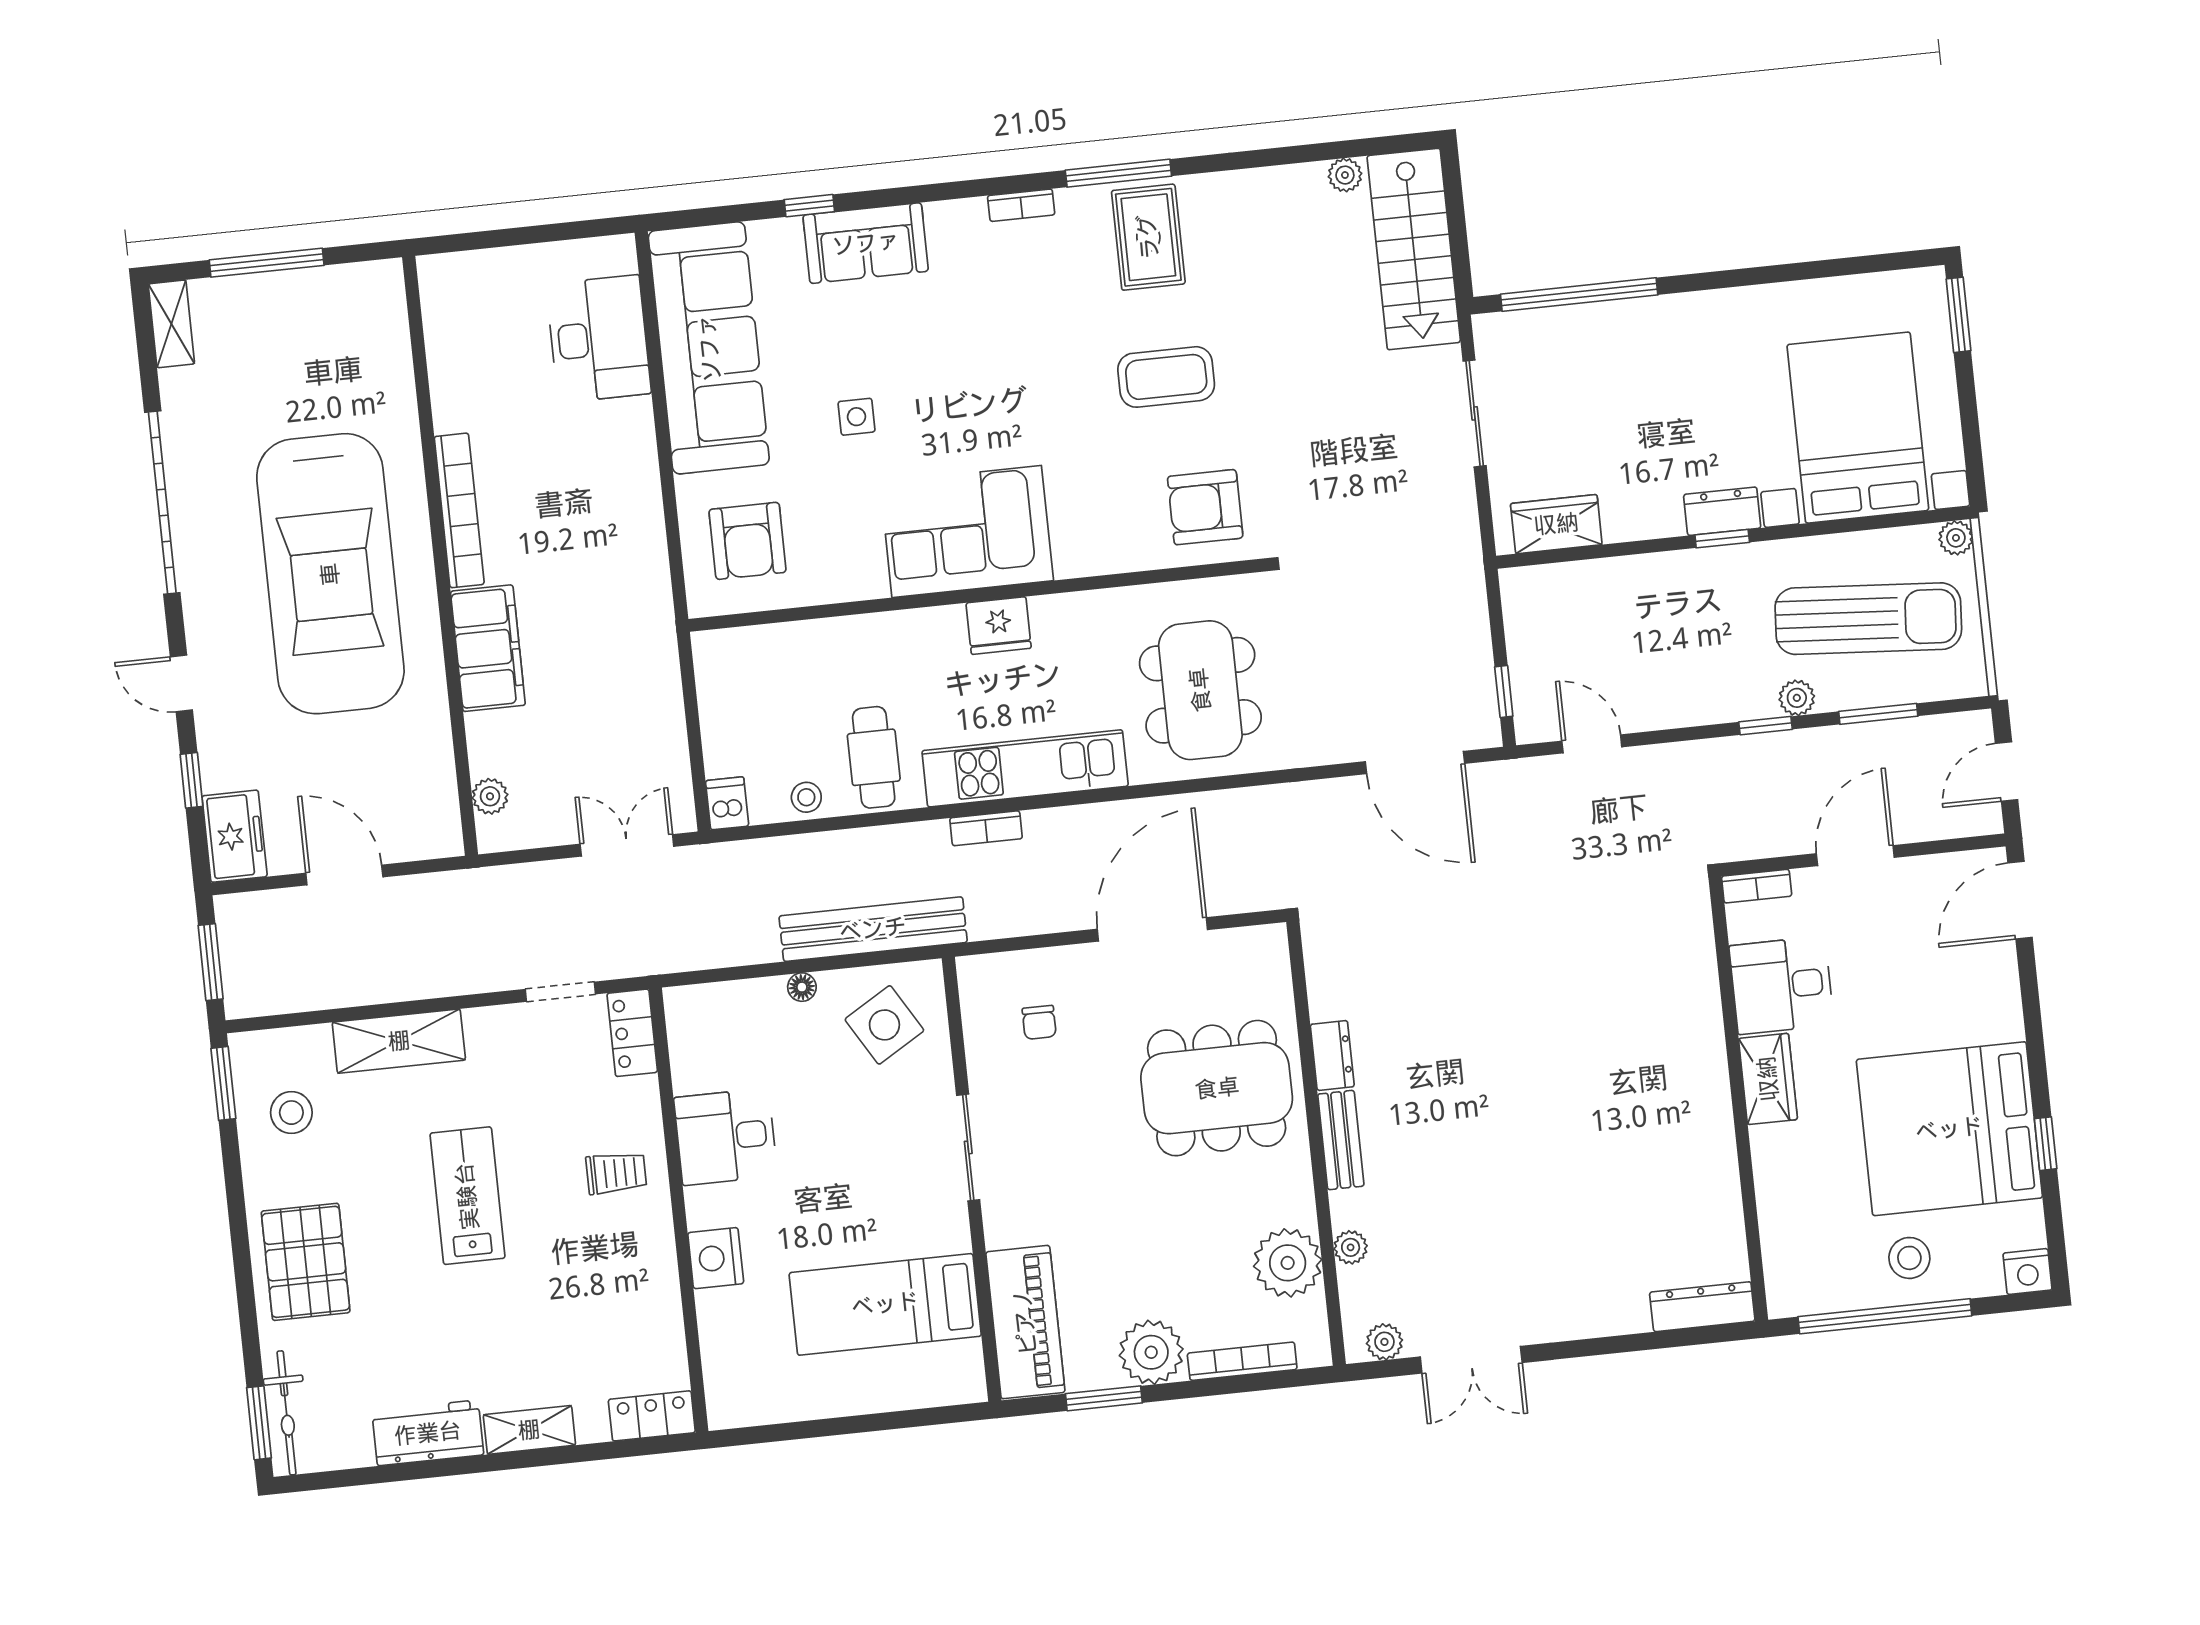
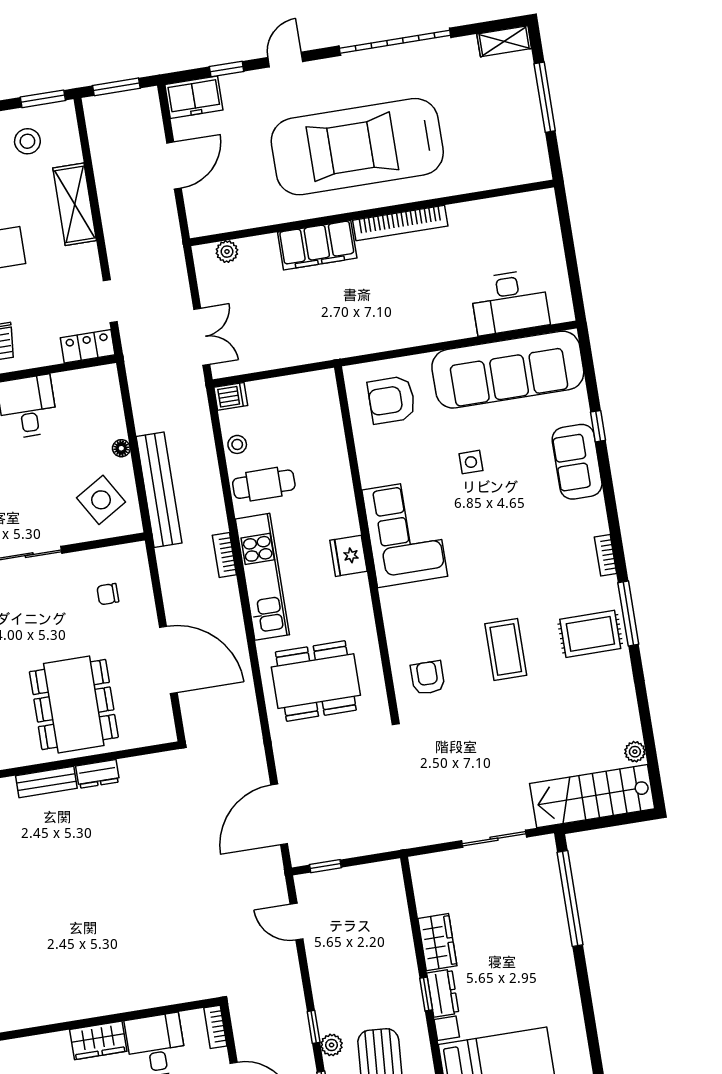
armchair: (1205, 507) -> (428, 678), width x0.72, depth x0.72
wardrobe: (1556, 524) -> (437, 942), moved
door: (1592, 744) -> (296, 922), swing flipped

